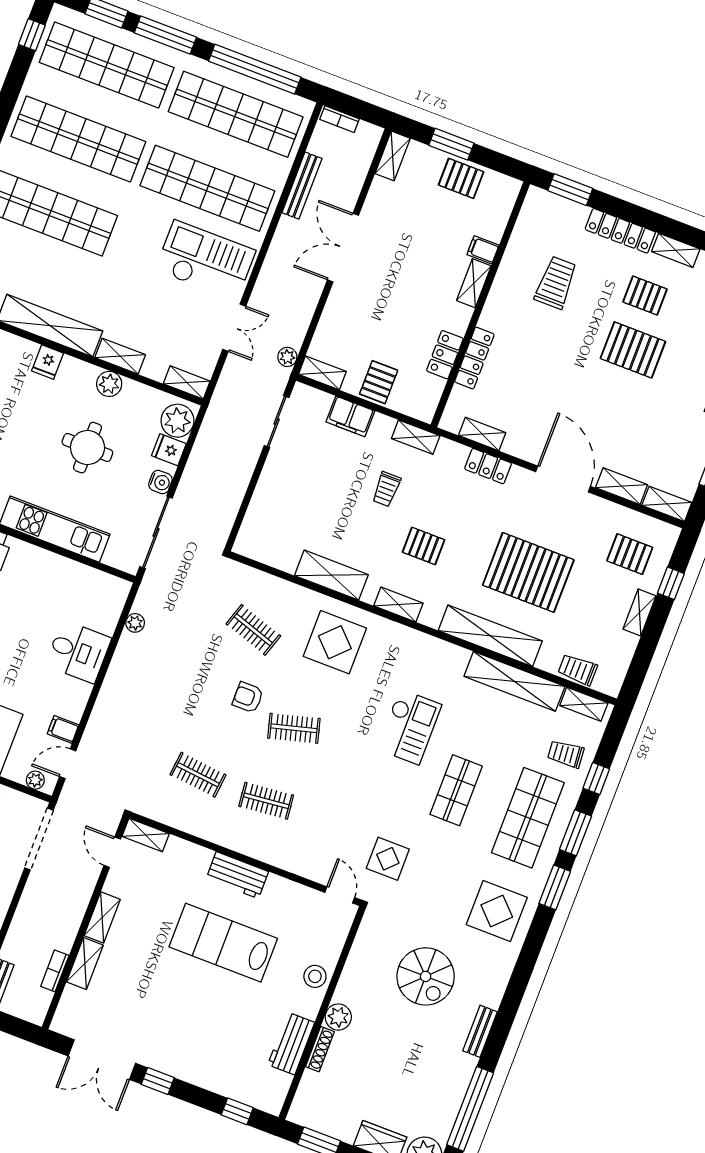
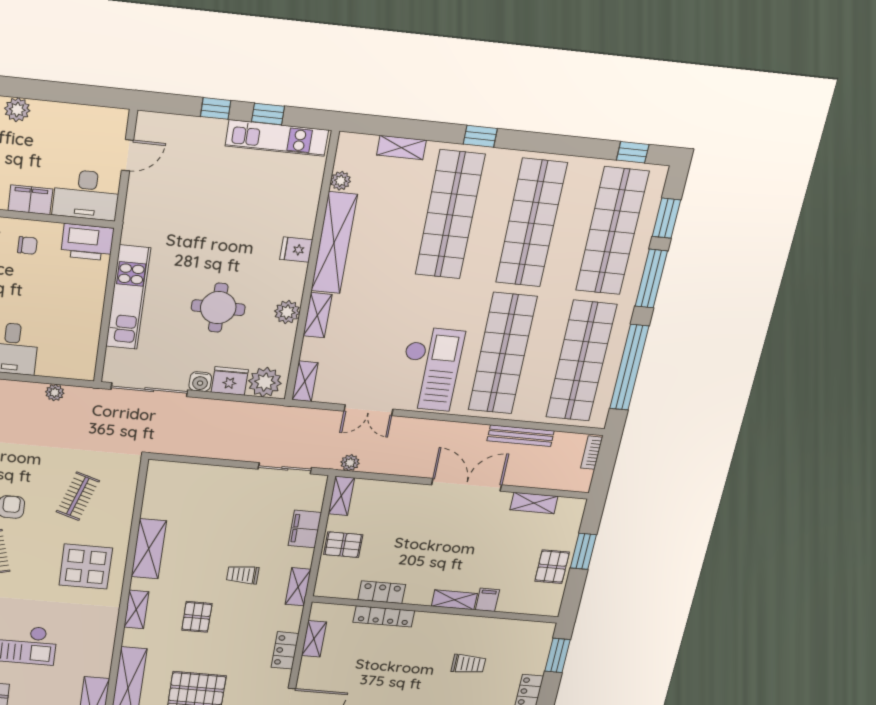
shelving: (393, 156) -> (534, 503), moved
trolley: (556, 283) -> (468, 664), width x0.73, depth x0.72
fridge: (169, 450) -> (230, 381), width x1.38

